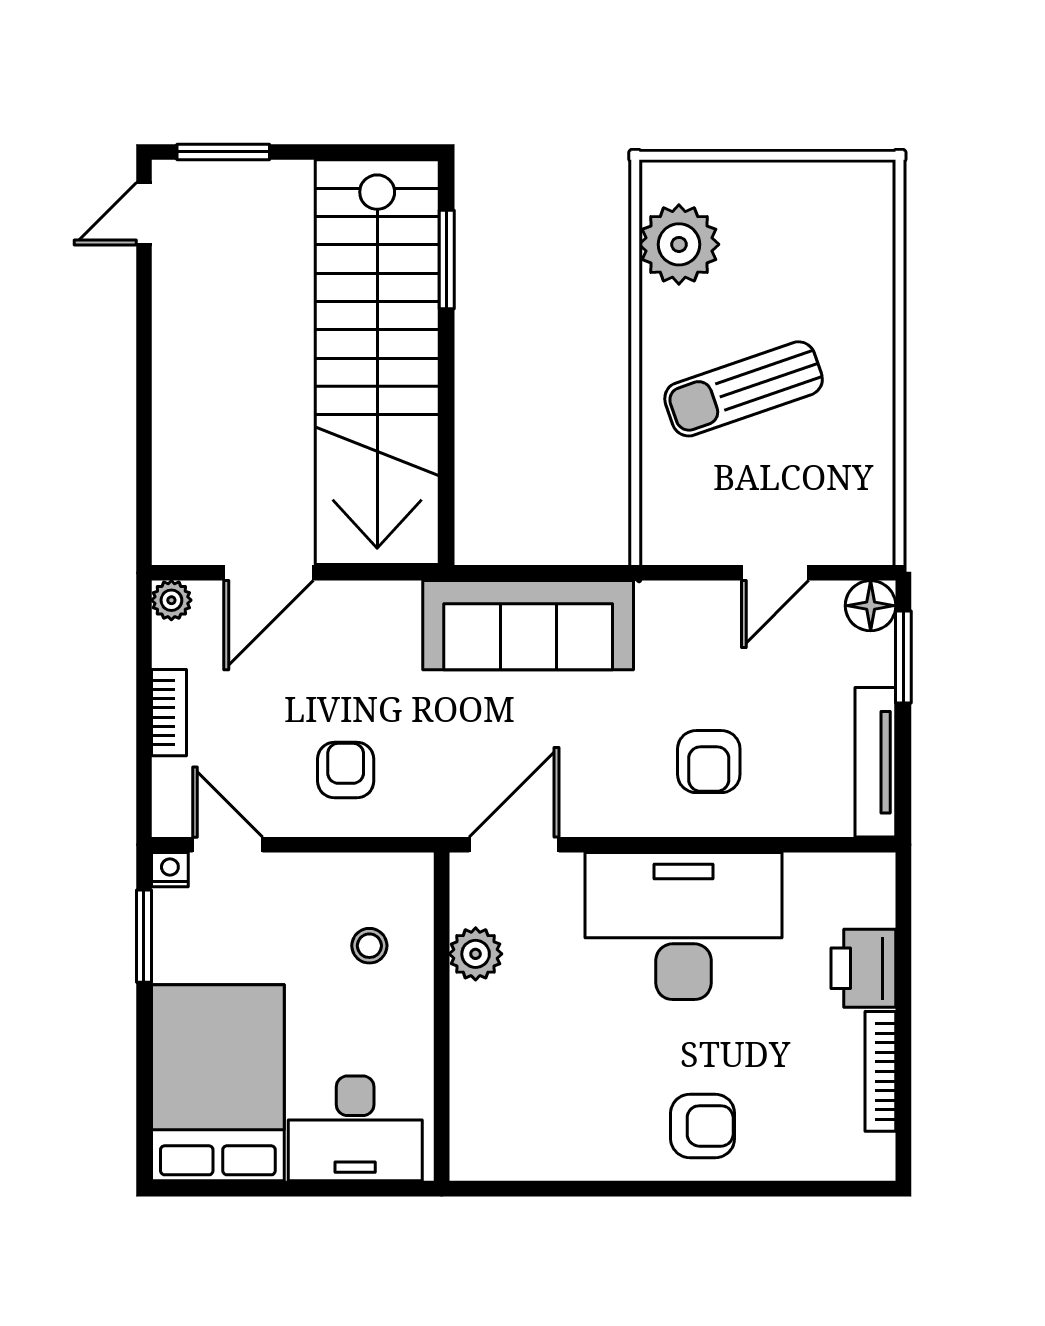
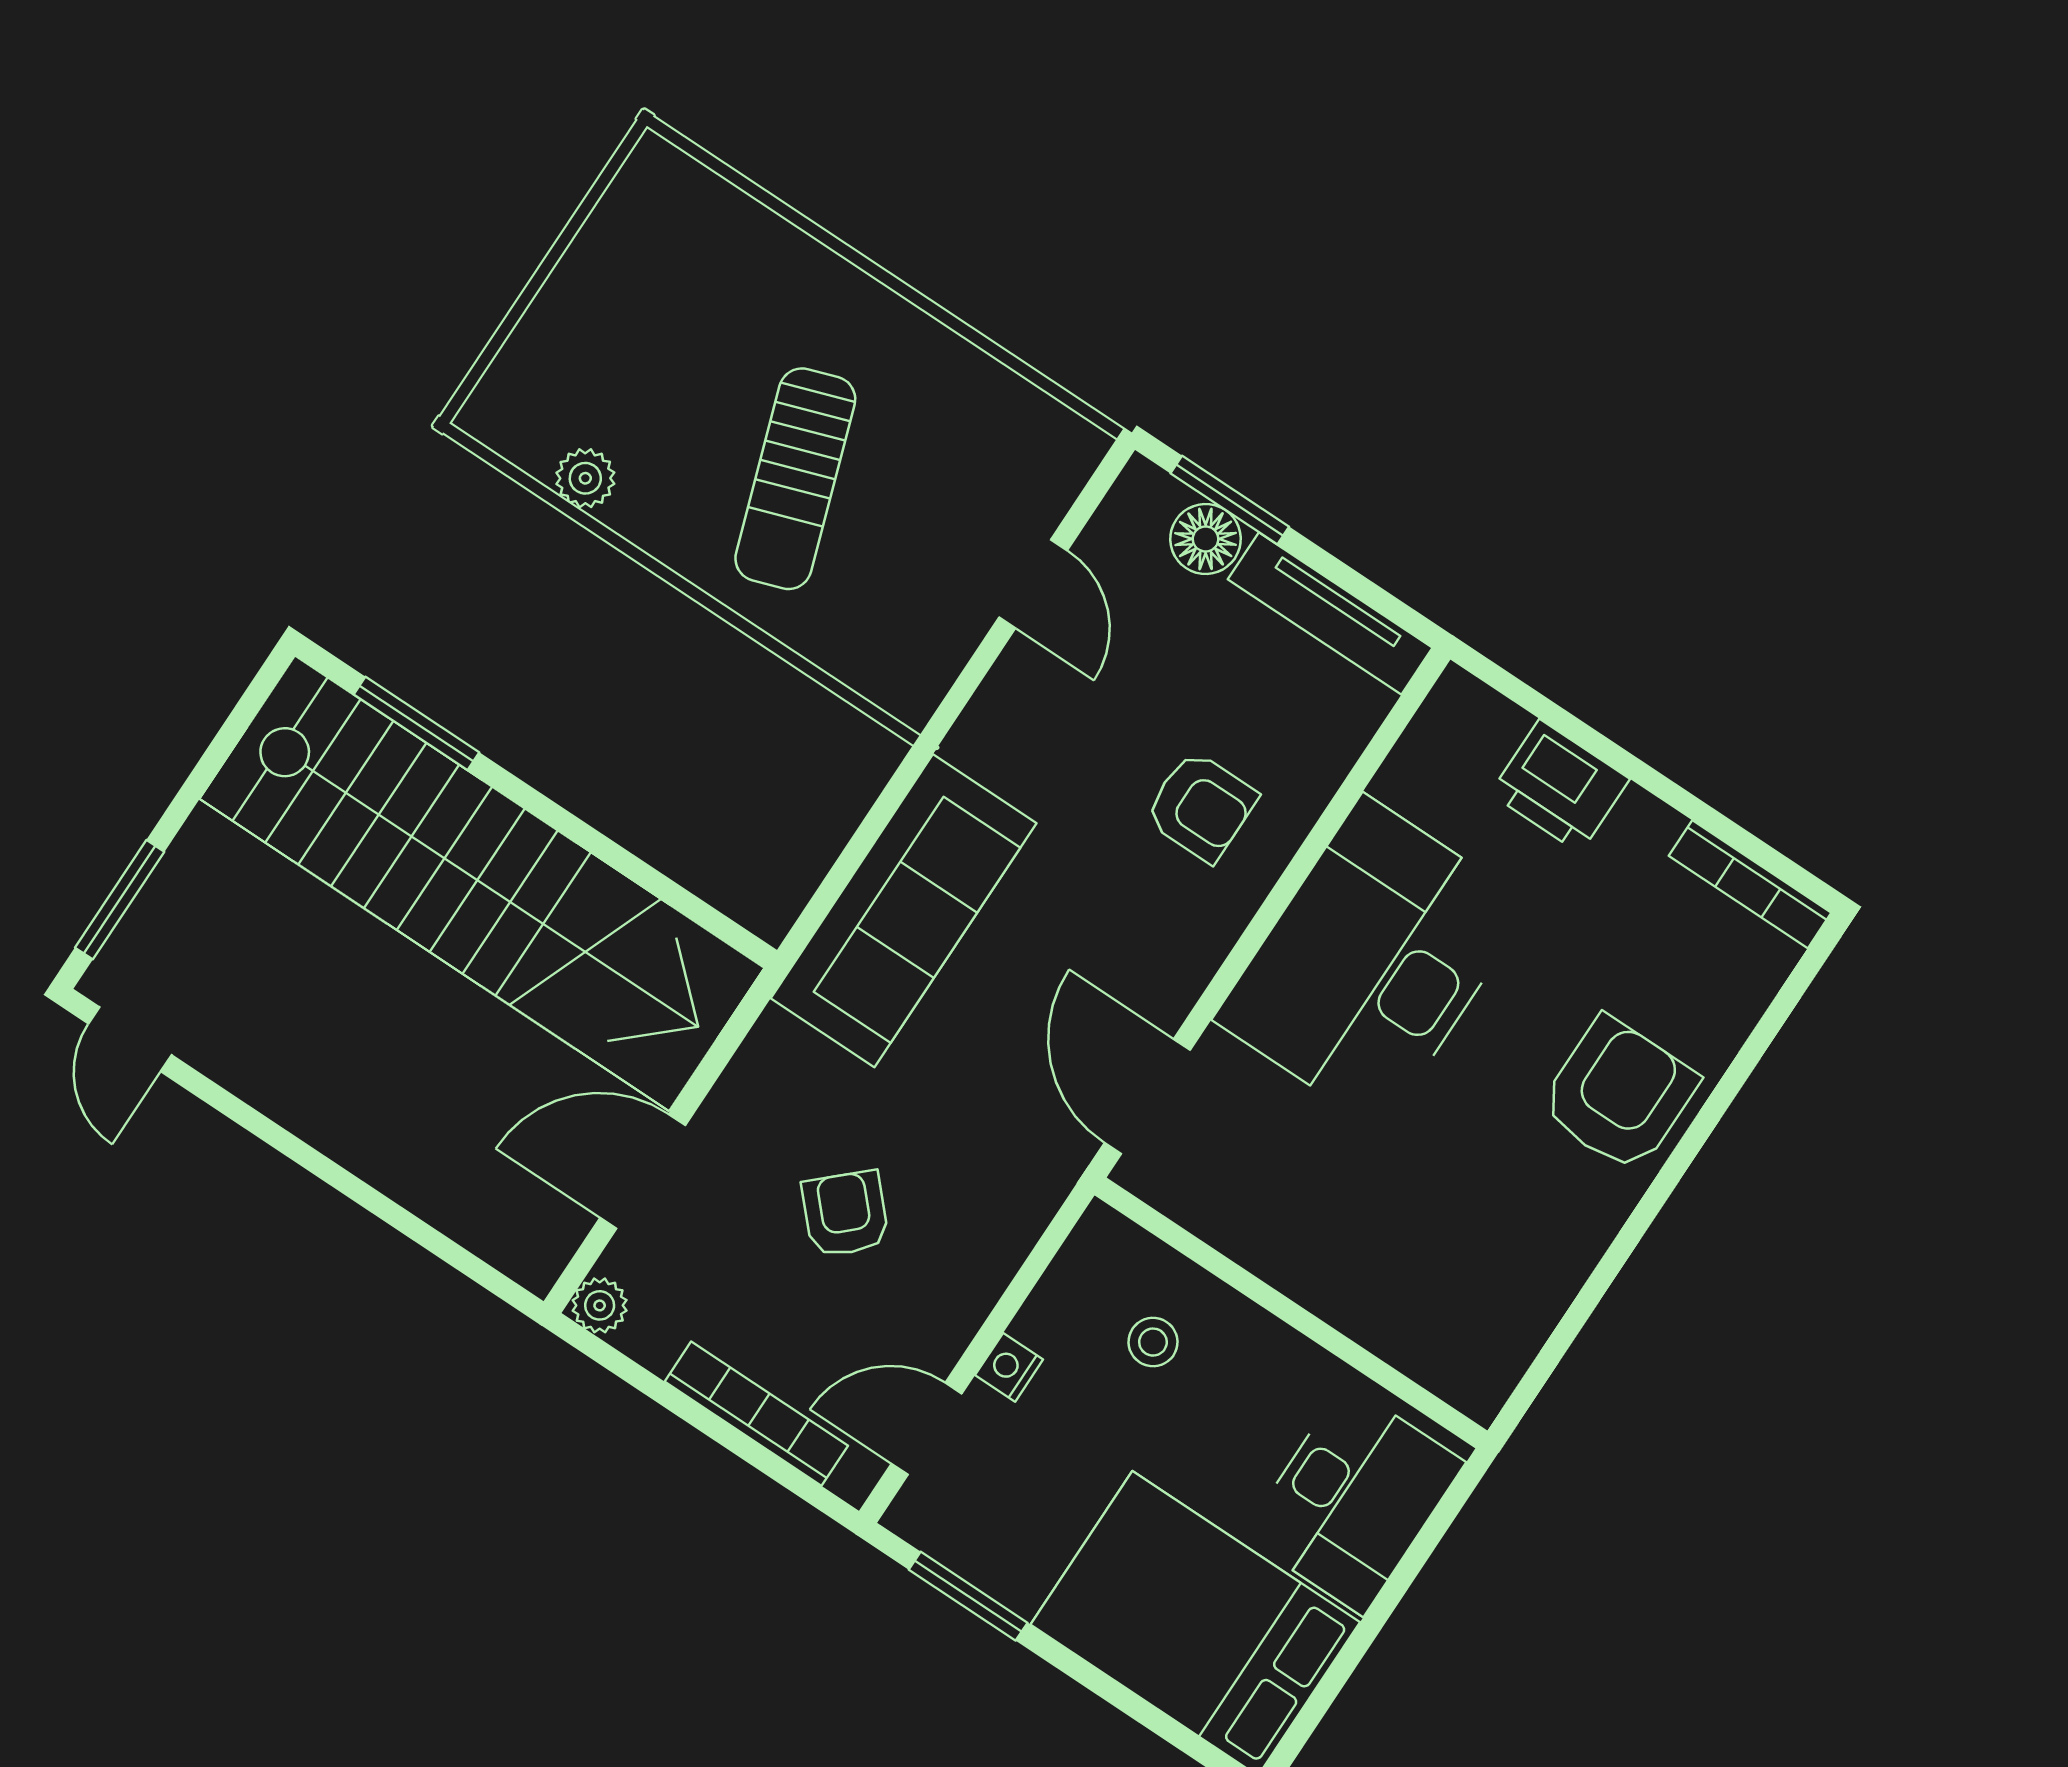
plant: (679, 244) -> (585, 478), width x0.53, depth x0.53
door: (269, 573) -> (643, 1171), swing flipped
floor lamp: (871, 606) -> (1206, 539), moved
bookcase: (169, 713) -> (756, 1414), width x1.56
armchair: (346, 770) -> (845, 1214), moved, turned 47
nightstand: (170, 870) -> (1009, 1367), moved
plant: (476, 954) -> (1244, 1225), removed
bookcase: (880, 1071) -> (1750, 884), moved
armchair: (703, 1126) -> (1619, 1094), width x1.38, depth x1.38

